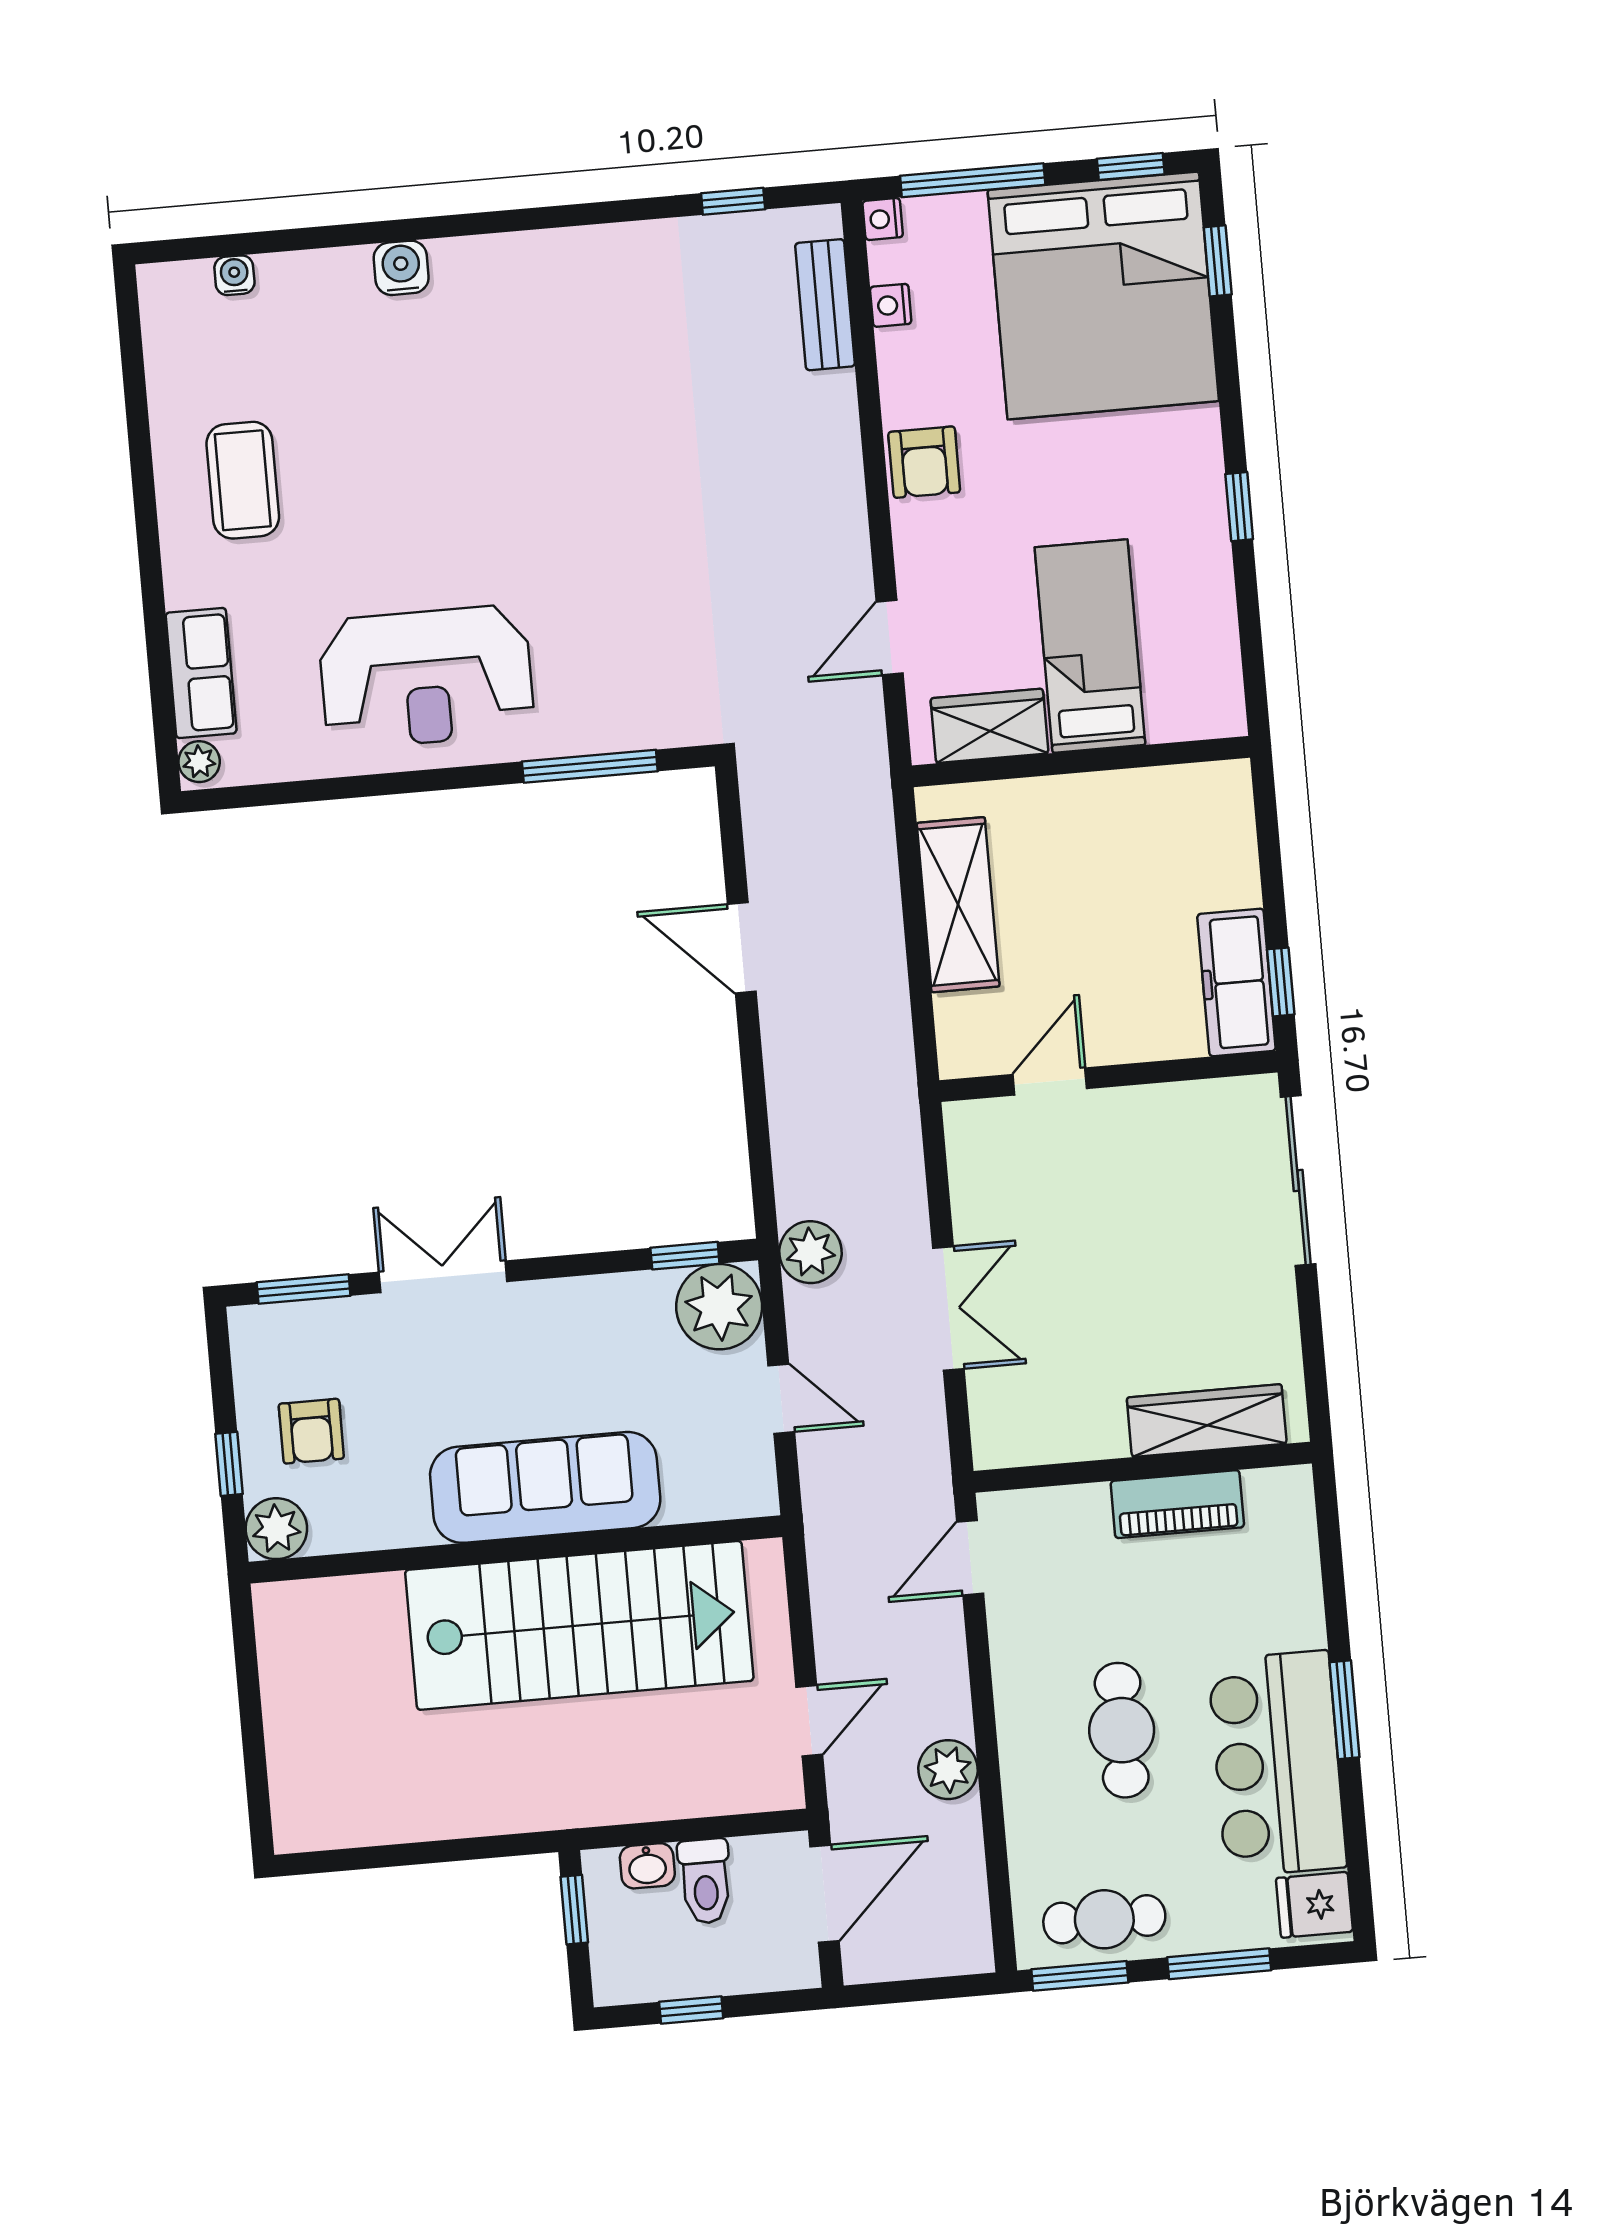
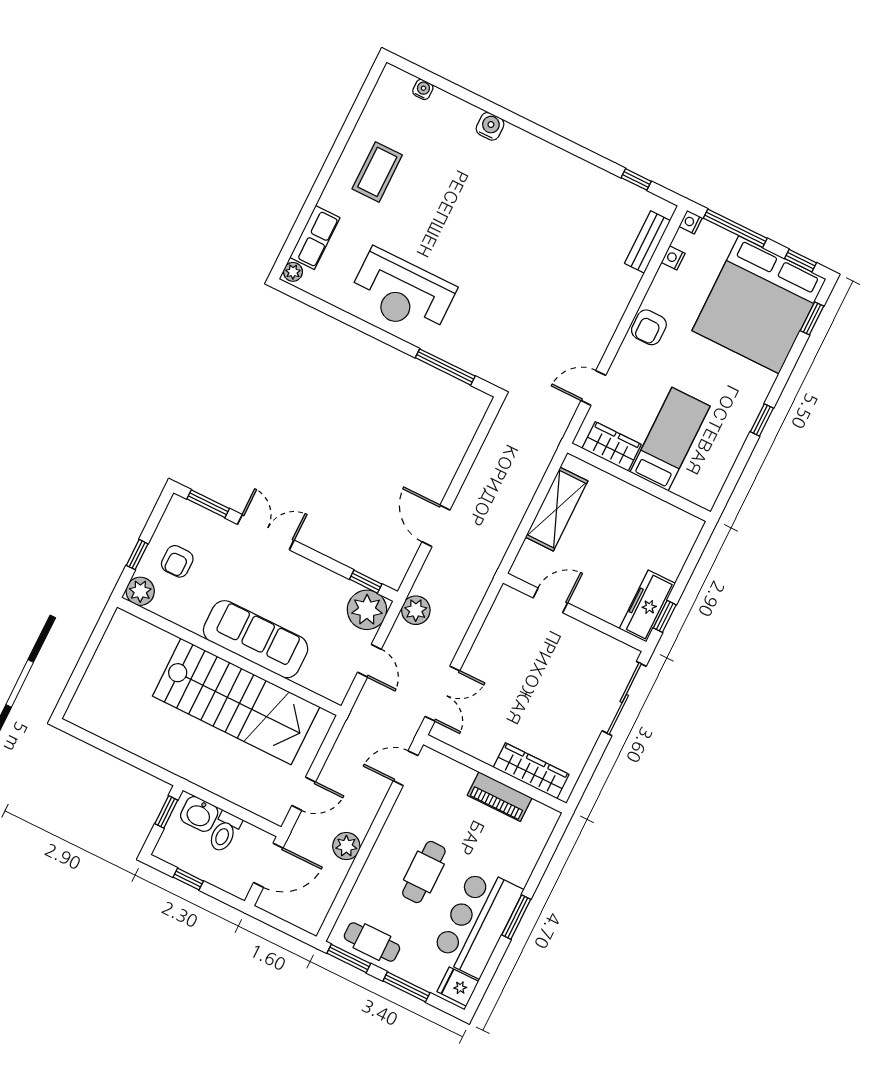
door: (742, 948) -> (436, 526), moved
double door: (948, 1308) -> (442, 694), moved
washbasin: (647, 1866) -> (199, 814), width x1.38, depth x1.45

